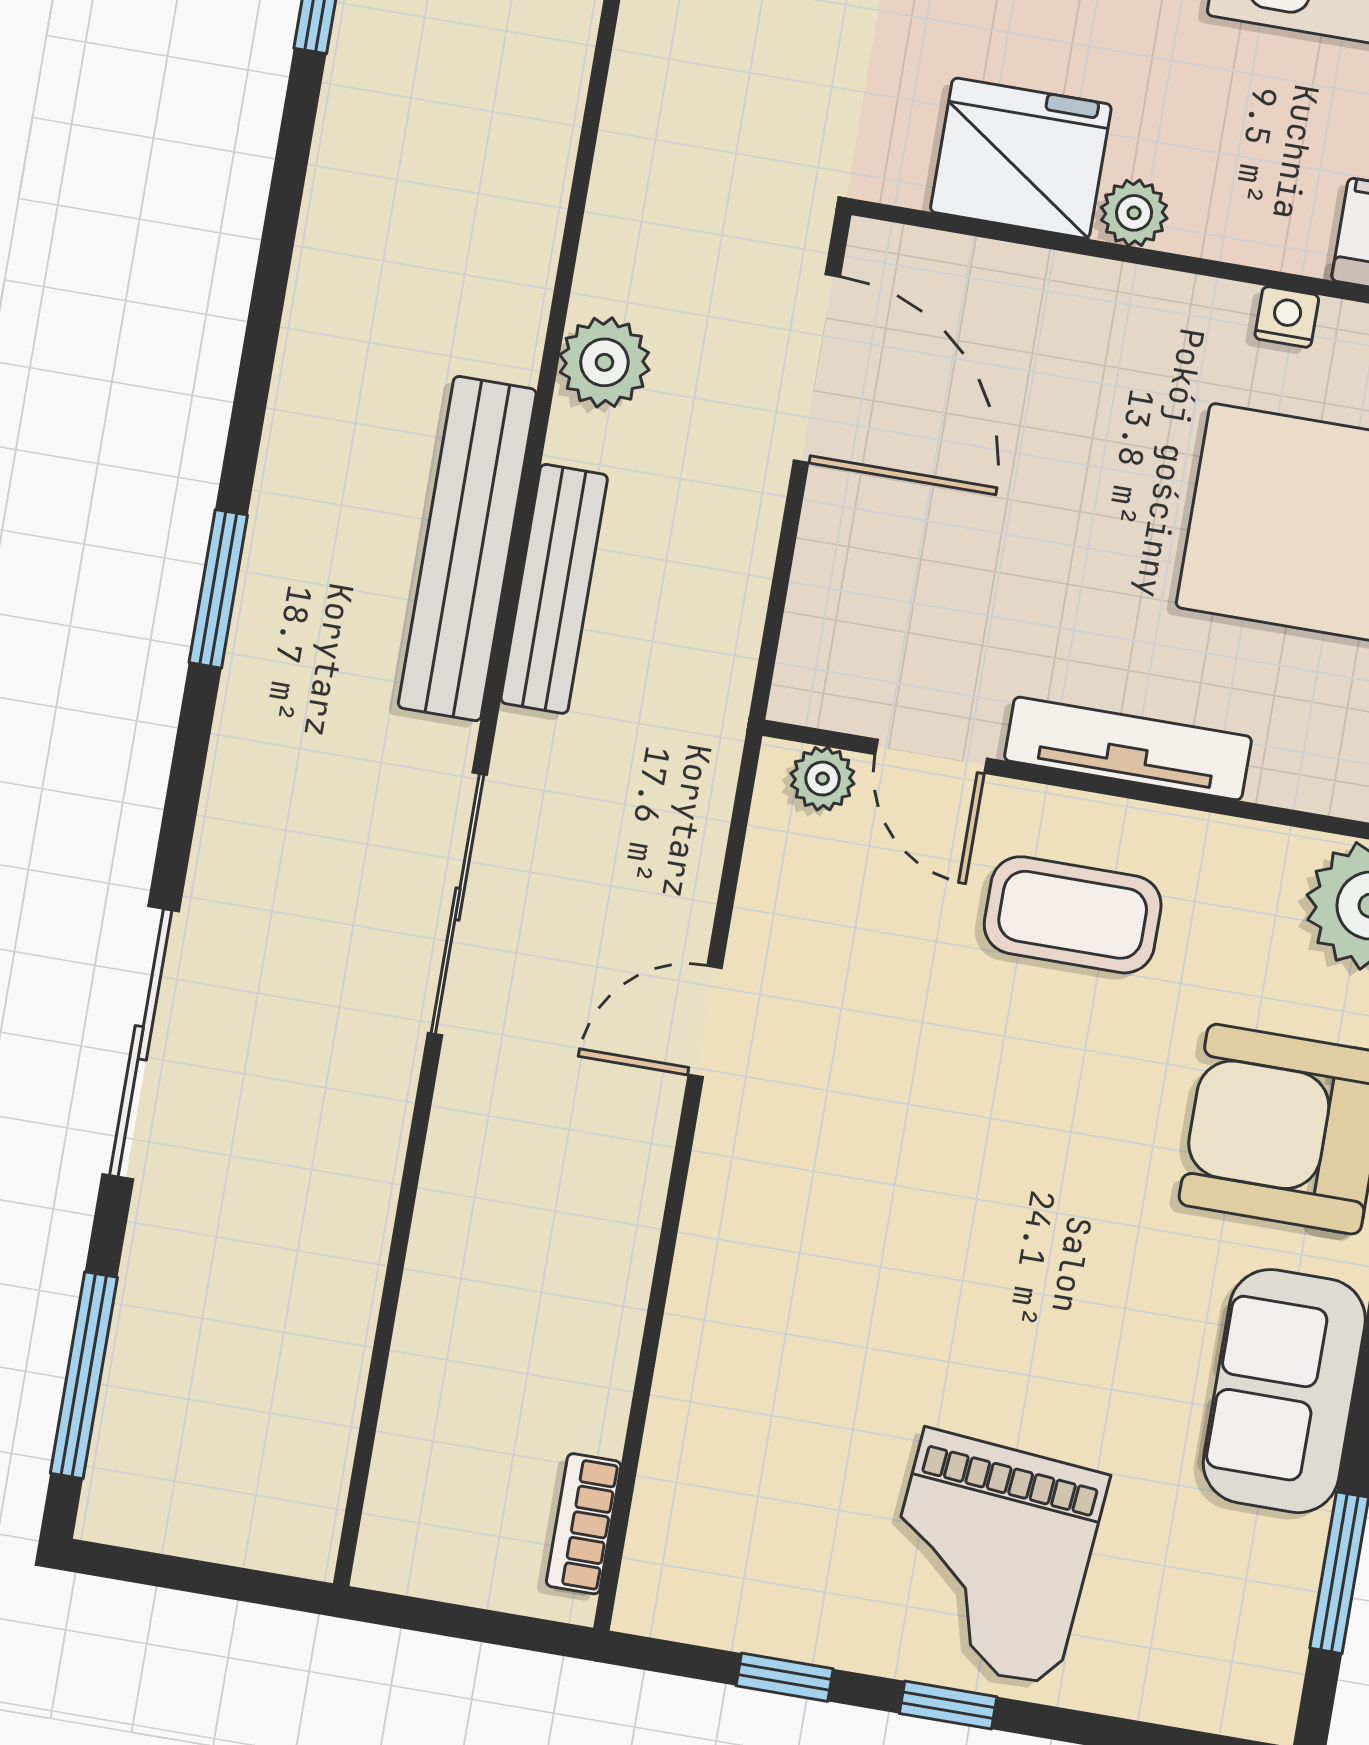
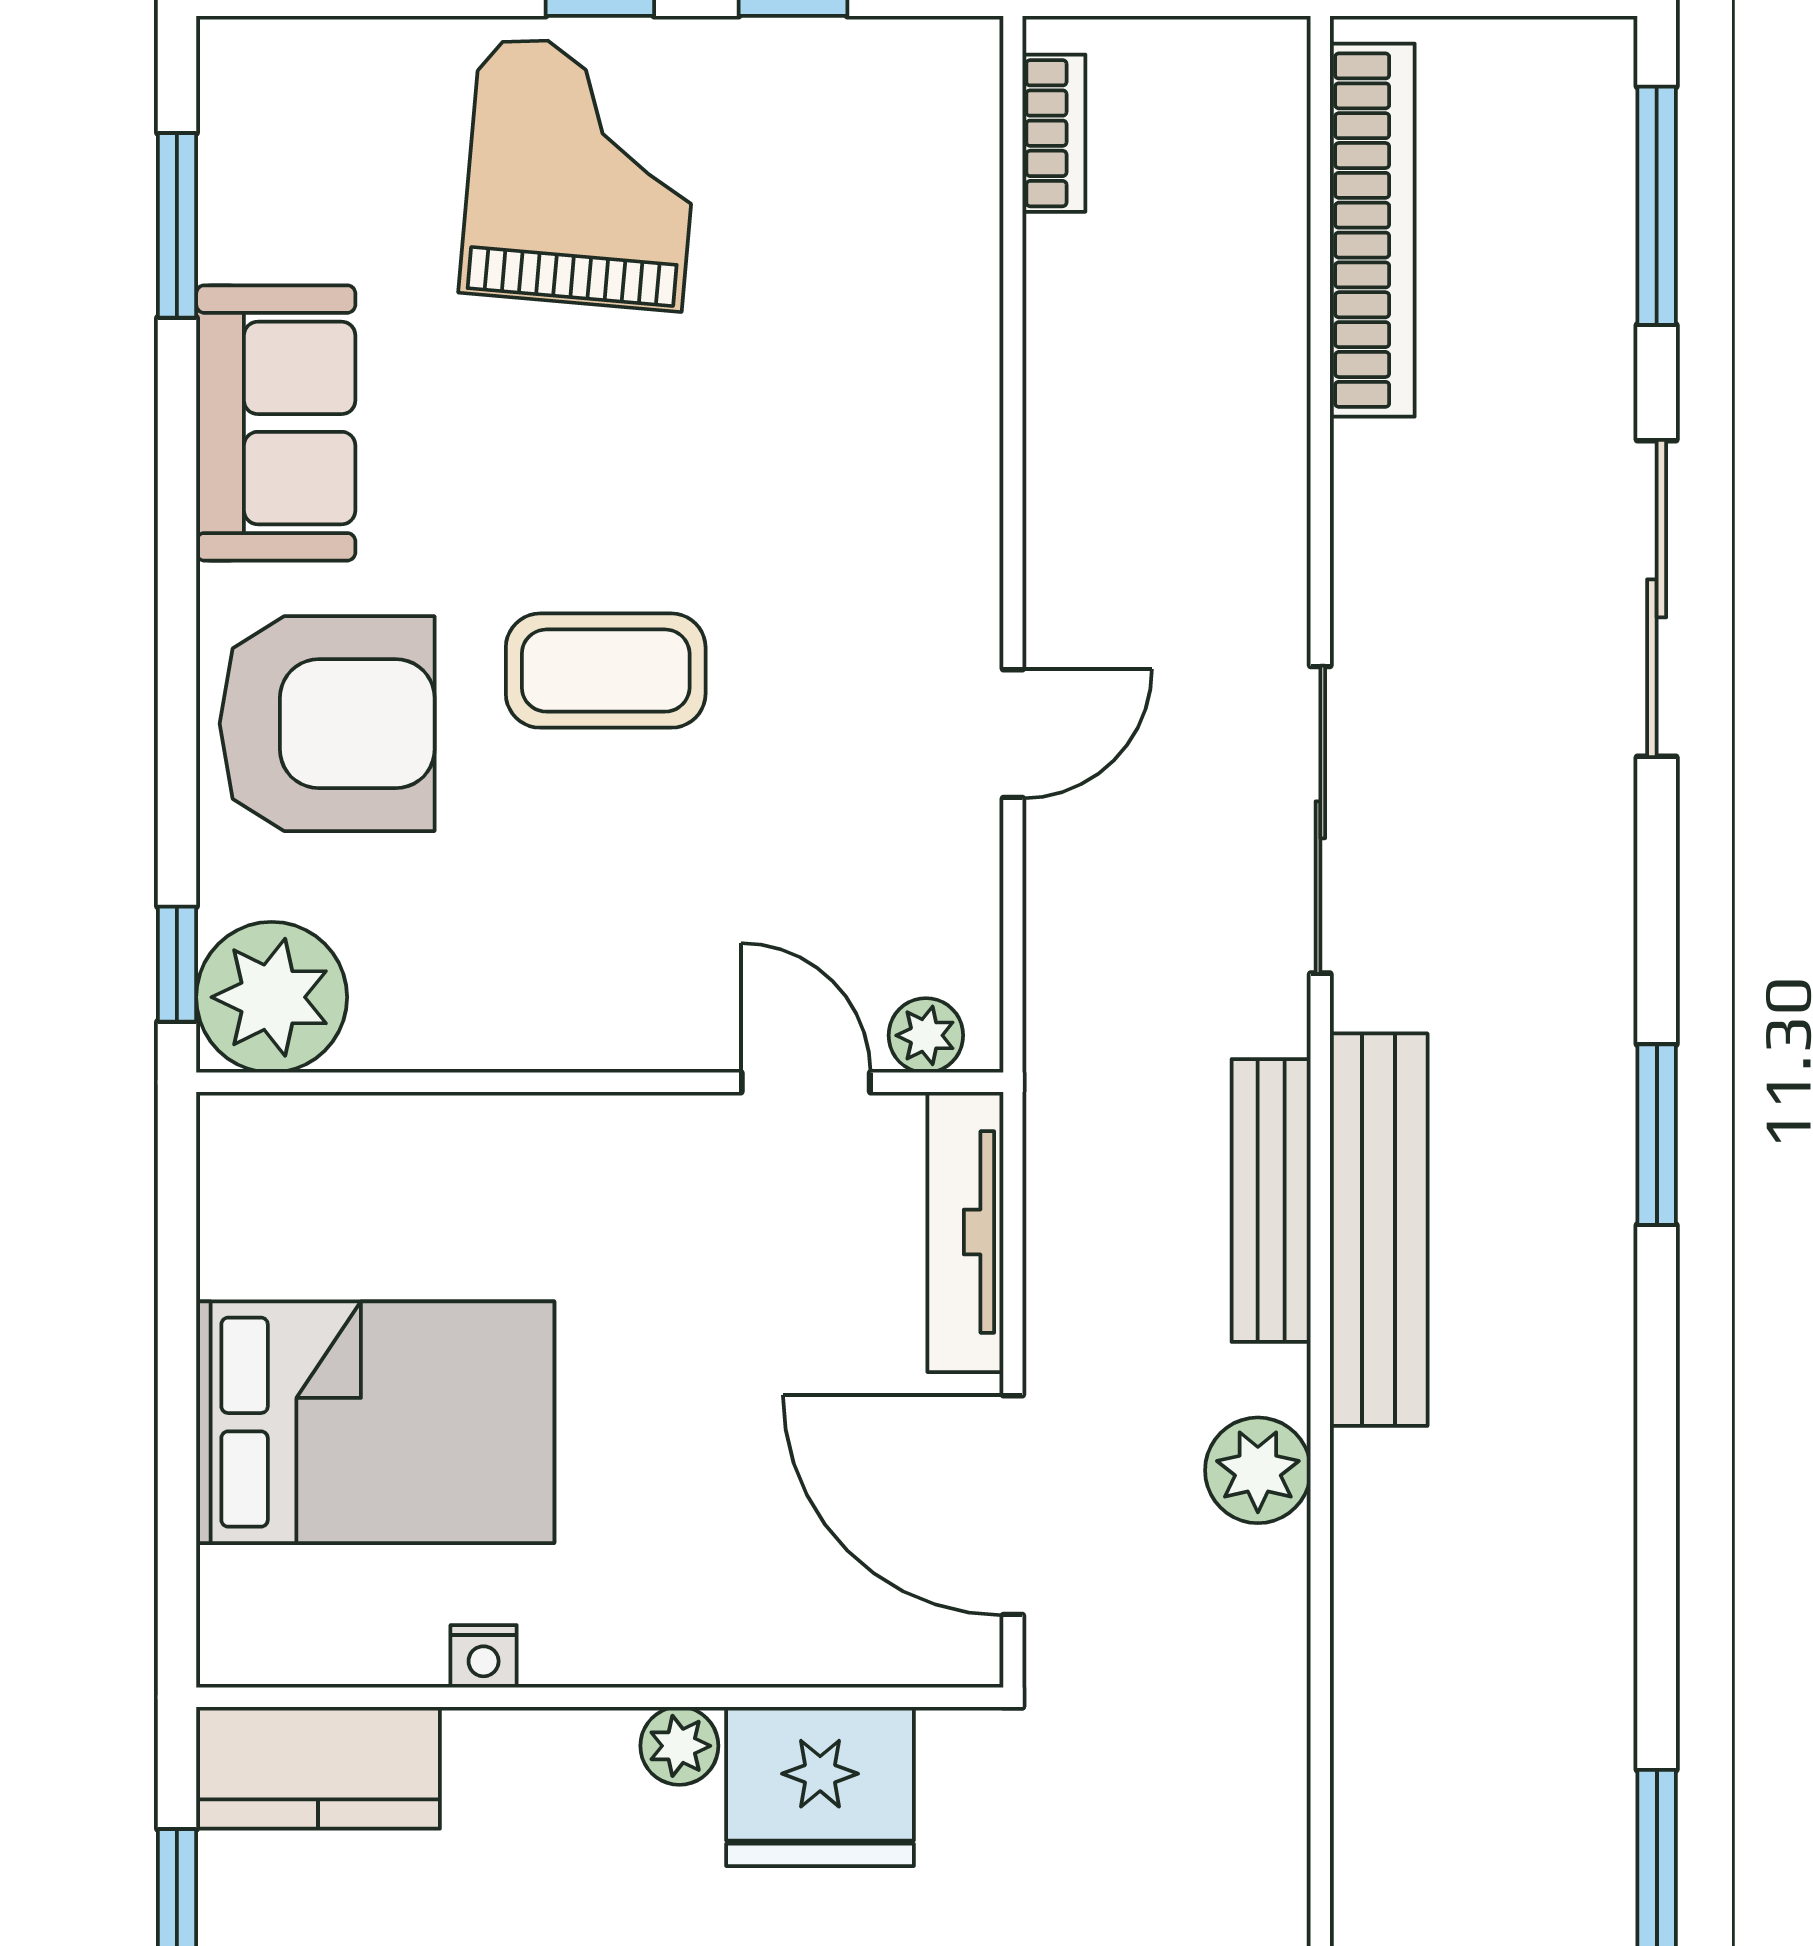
tv unit: (1128, 748) -> (965, 1232), moved, turned 90
coffee table: (1073, 915) -> (606, 671), moved
bookcase: (328, 1396) -> (1372, 230), added

